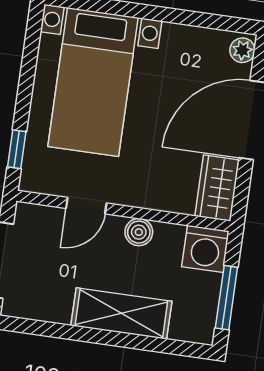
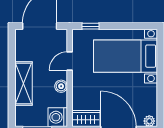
door: (86, 206) -> (70, 61), hinge flipped

